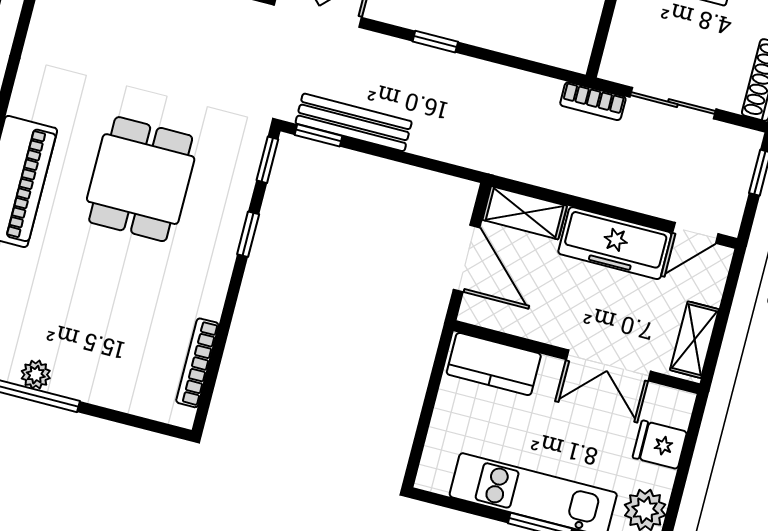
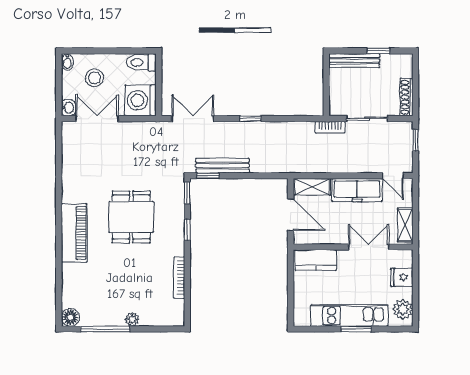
door: (695, 233) -> (393, 176), hinge flipped
bookcase: (197, 363) -> (179, 278), moved
double door: (608, 365) -> (369, 247), swing flipped
plant: (36, 375) -> (132, 319), moved

